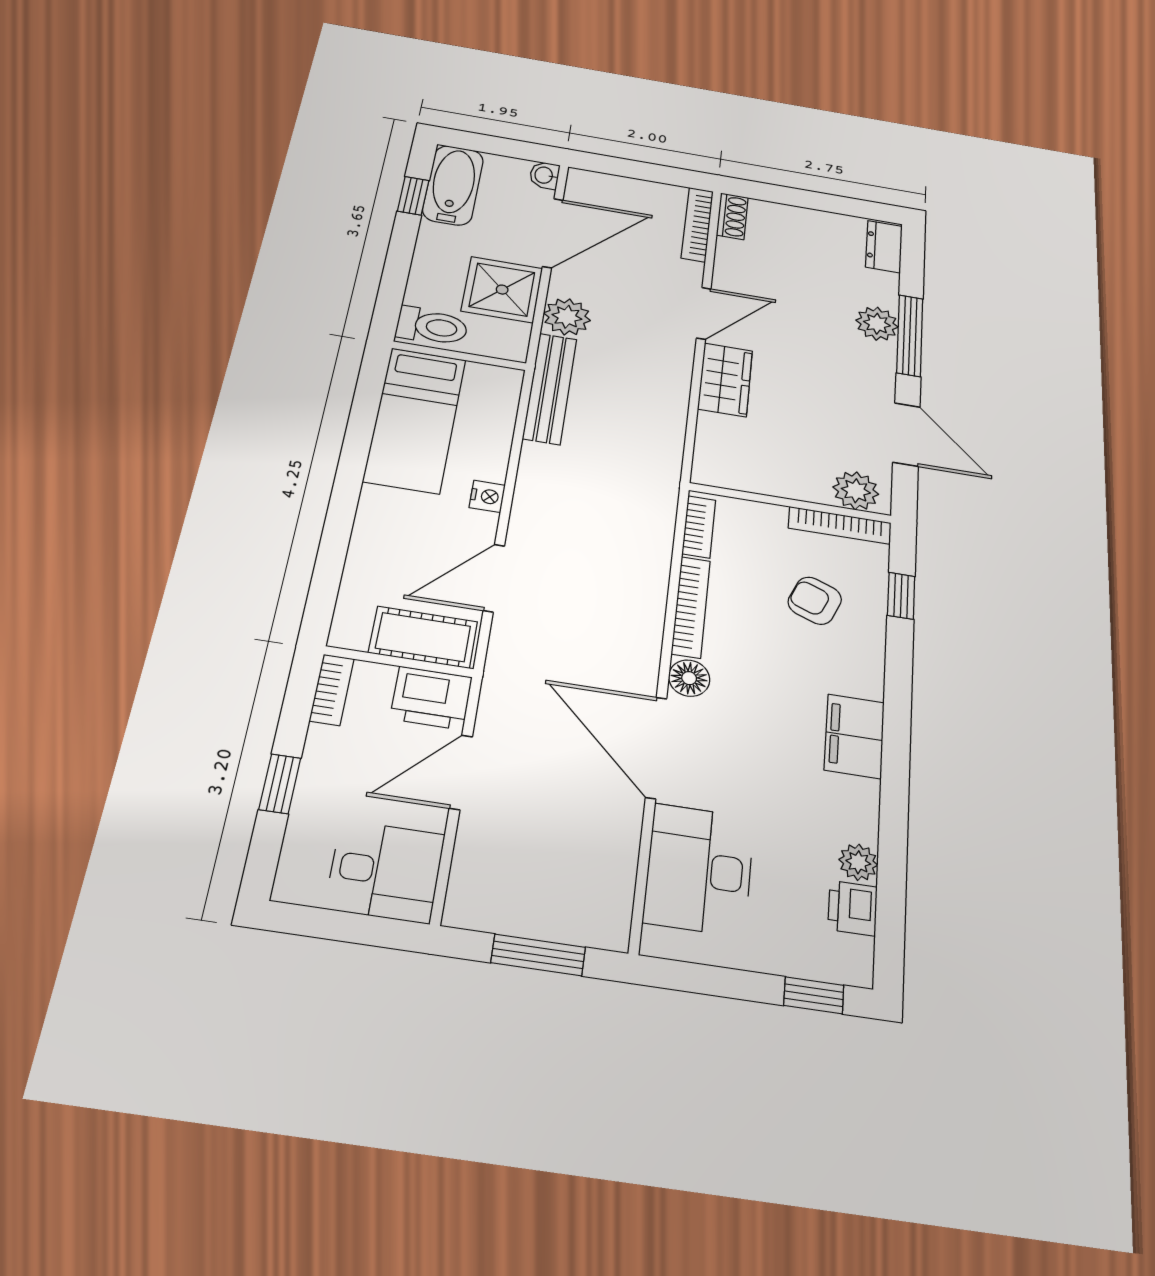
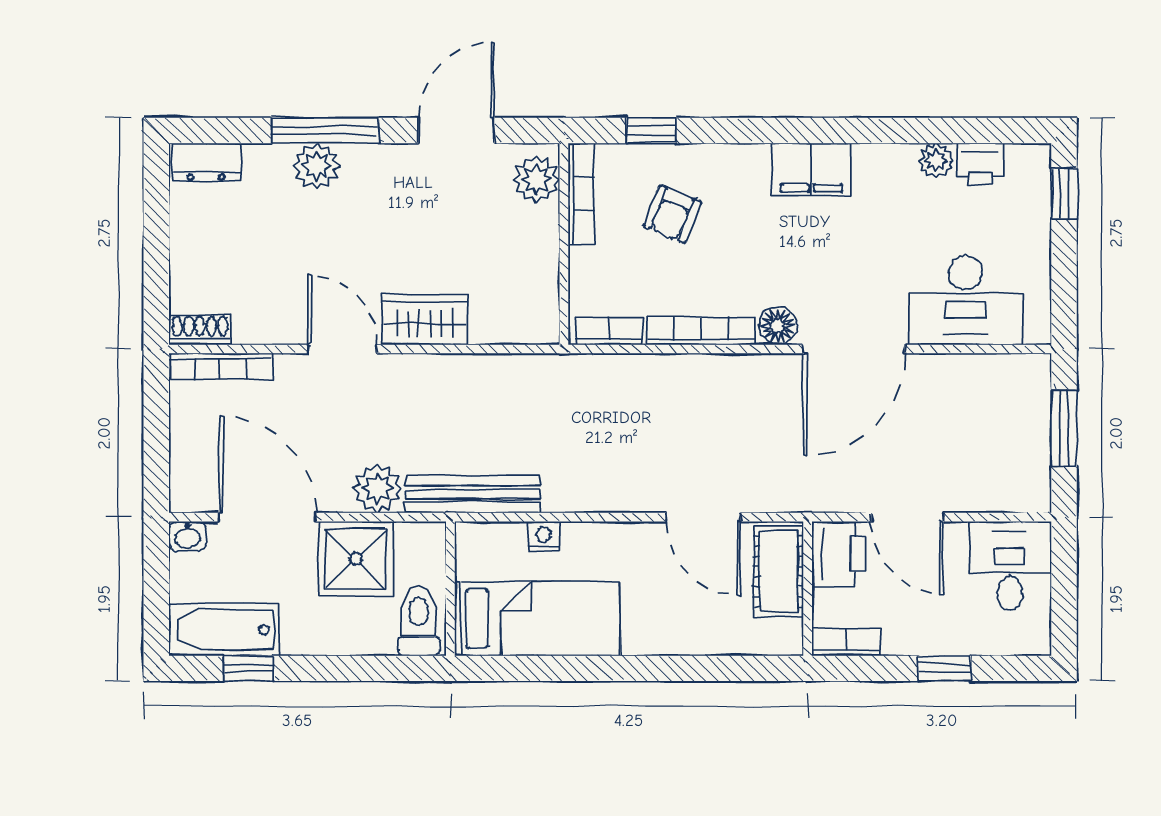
nightstand: (487, 496) -> (543, 537), moved

